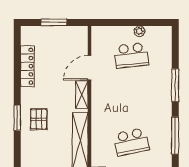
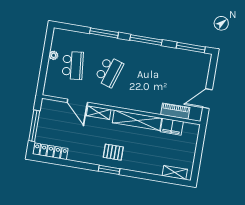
window: (54, 22) -> (34, 126), width x1.44
locker: (27, 66) -> (51, 151), moved
school desk: (131, 142) -> (109, 71), moved, turned 30

